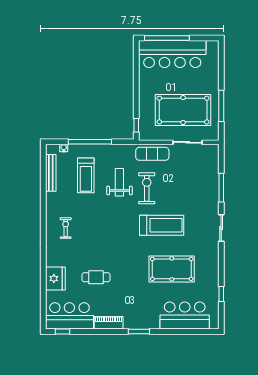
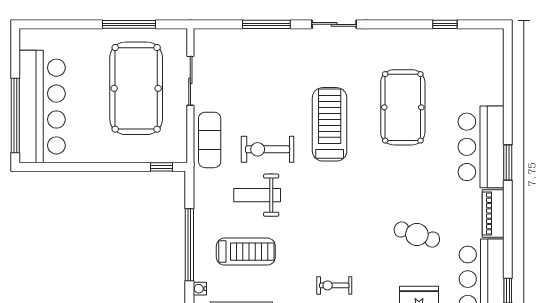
cafe table: (96, 277) -> (417, 235), turned -72
bar counter: (185, 315) -> (481, 147), moved

